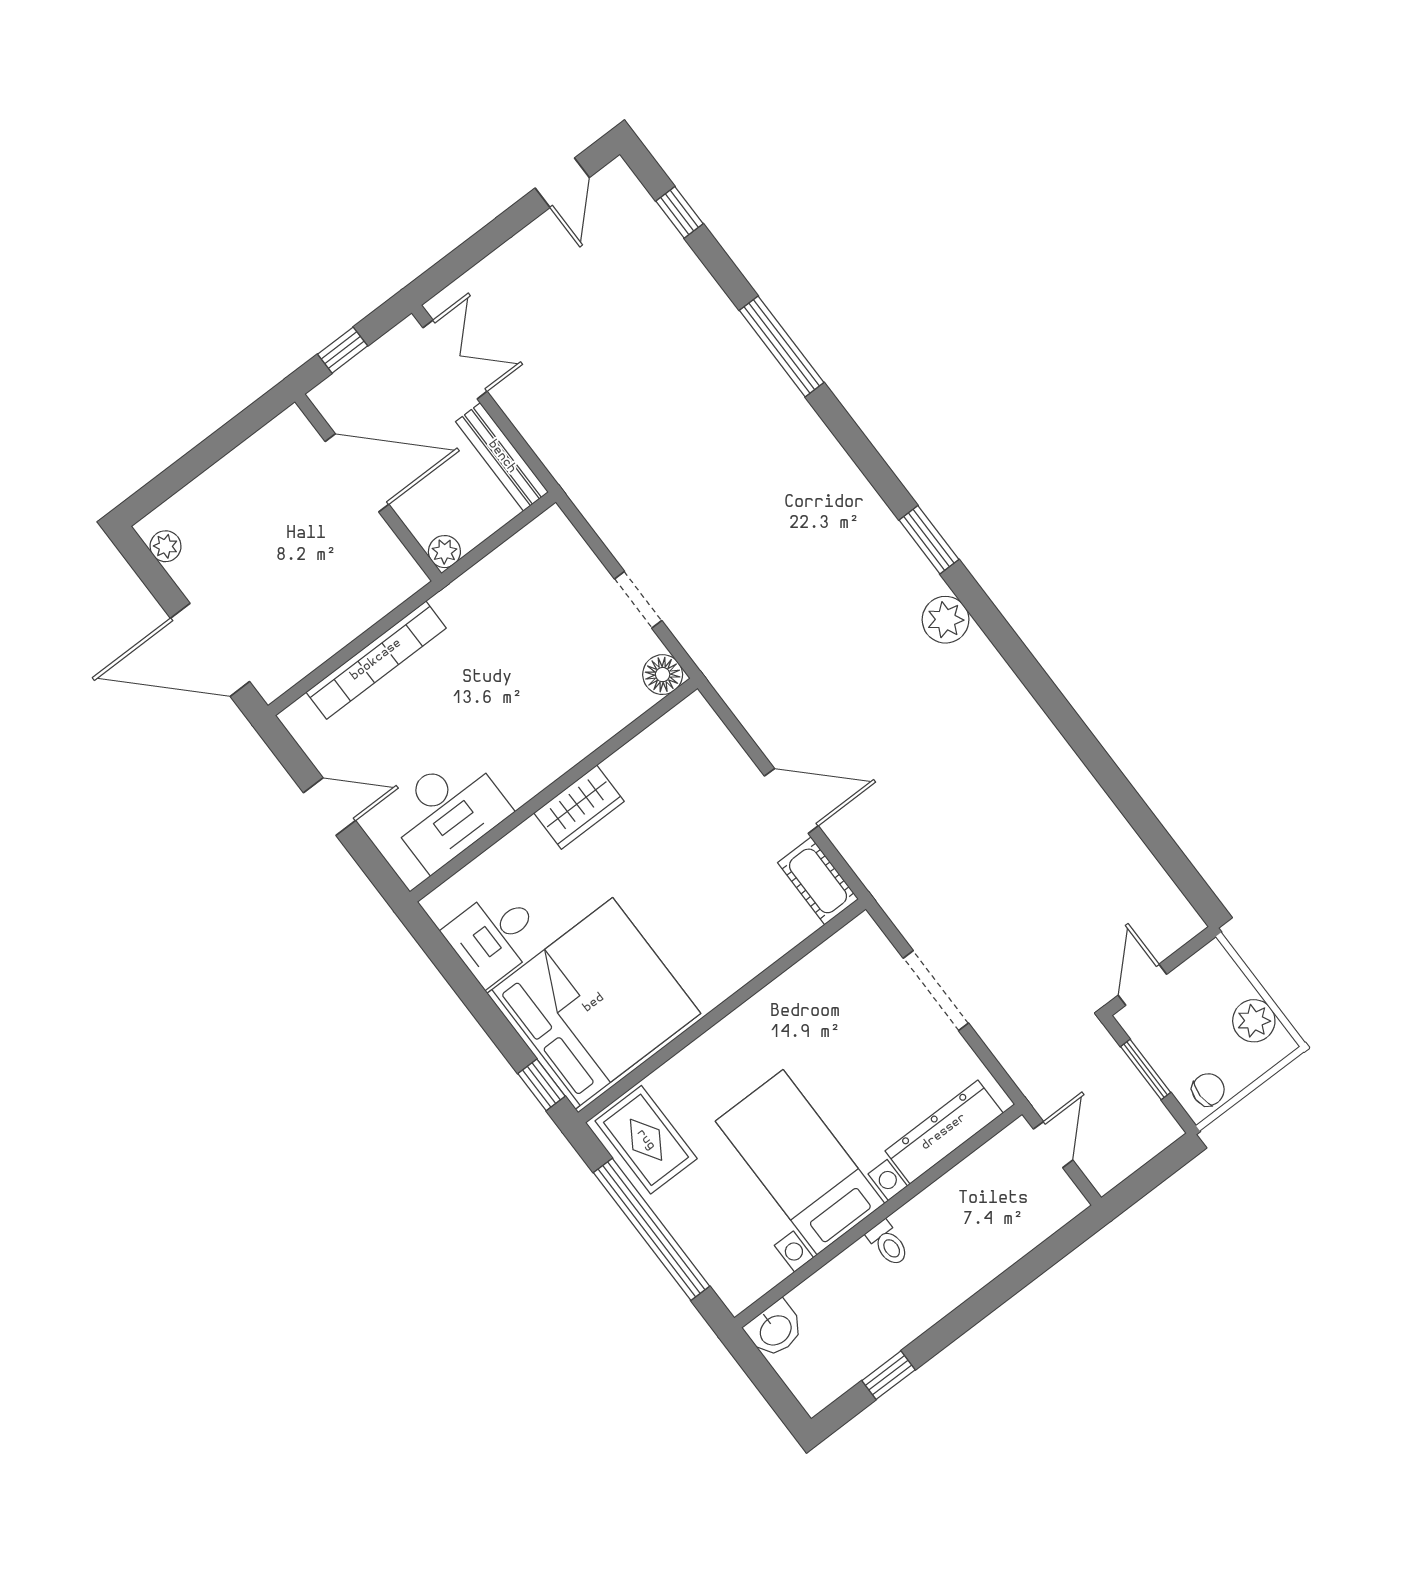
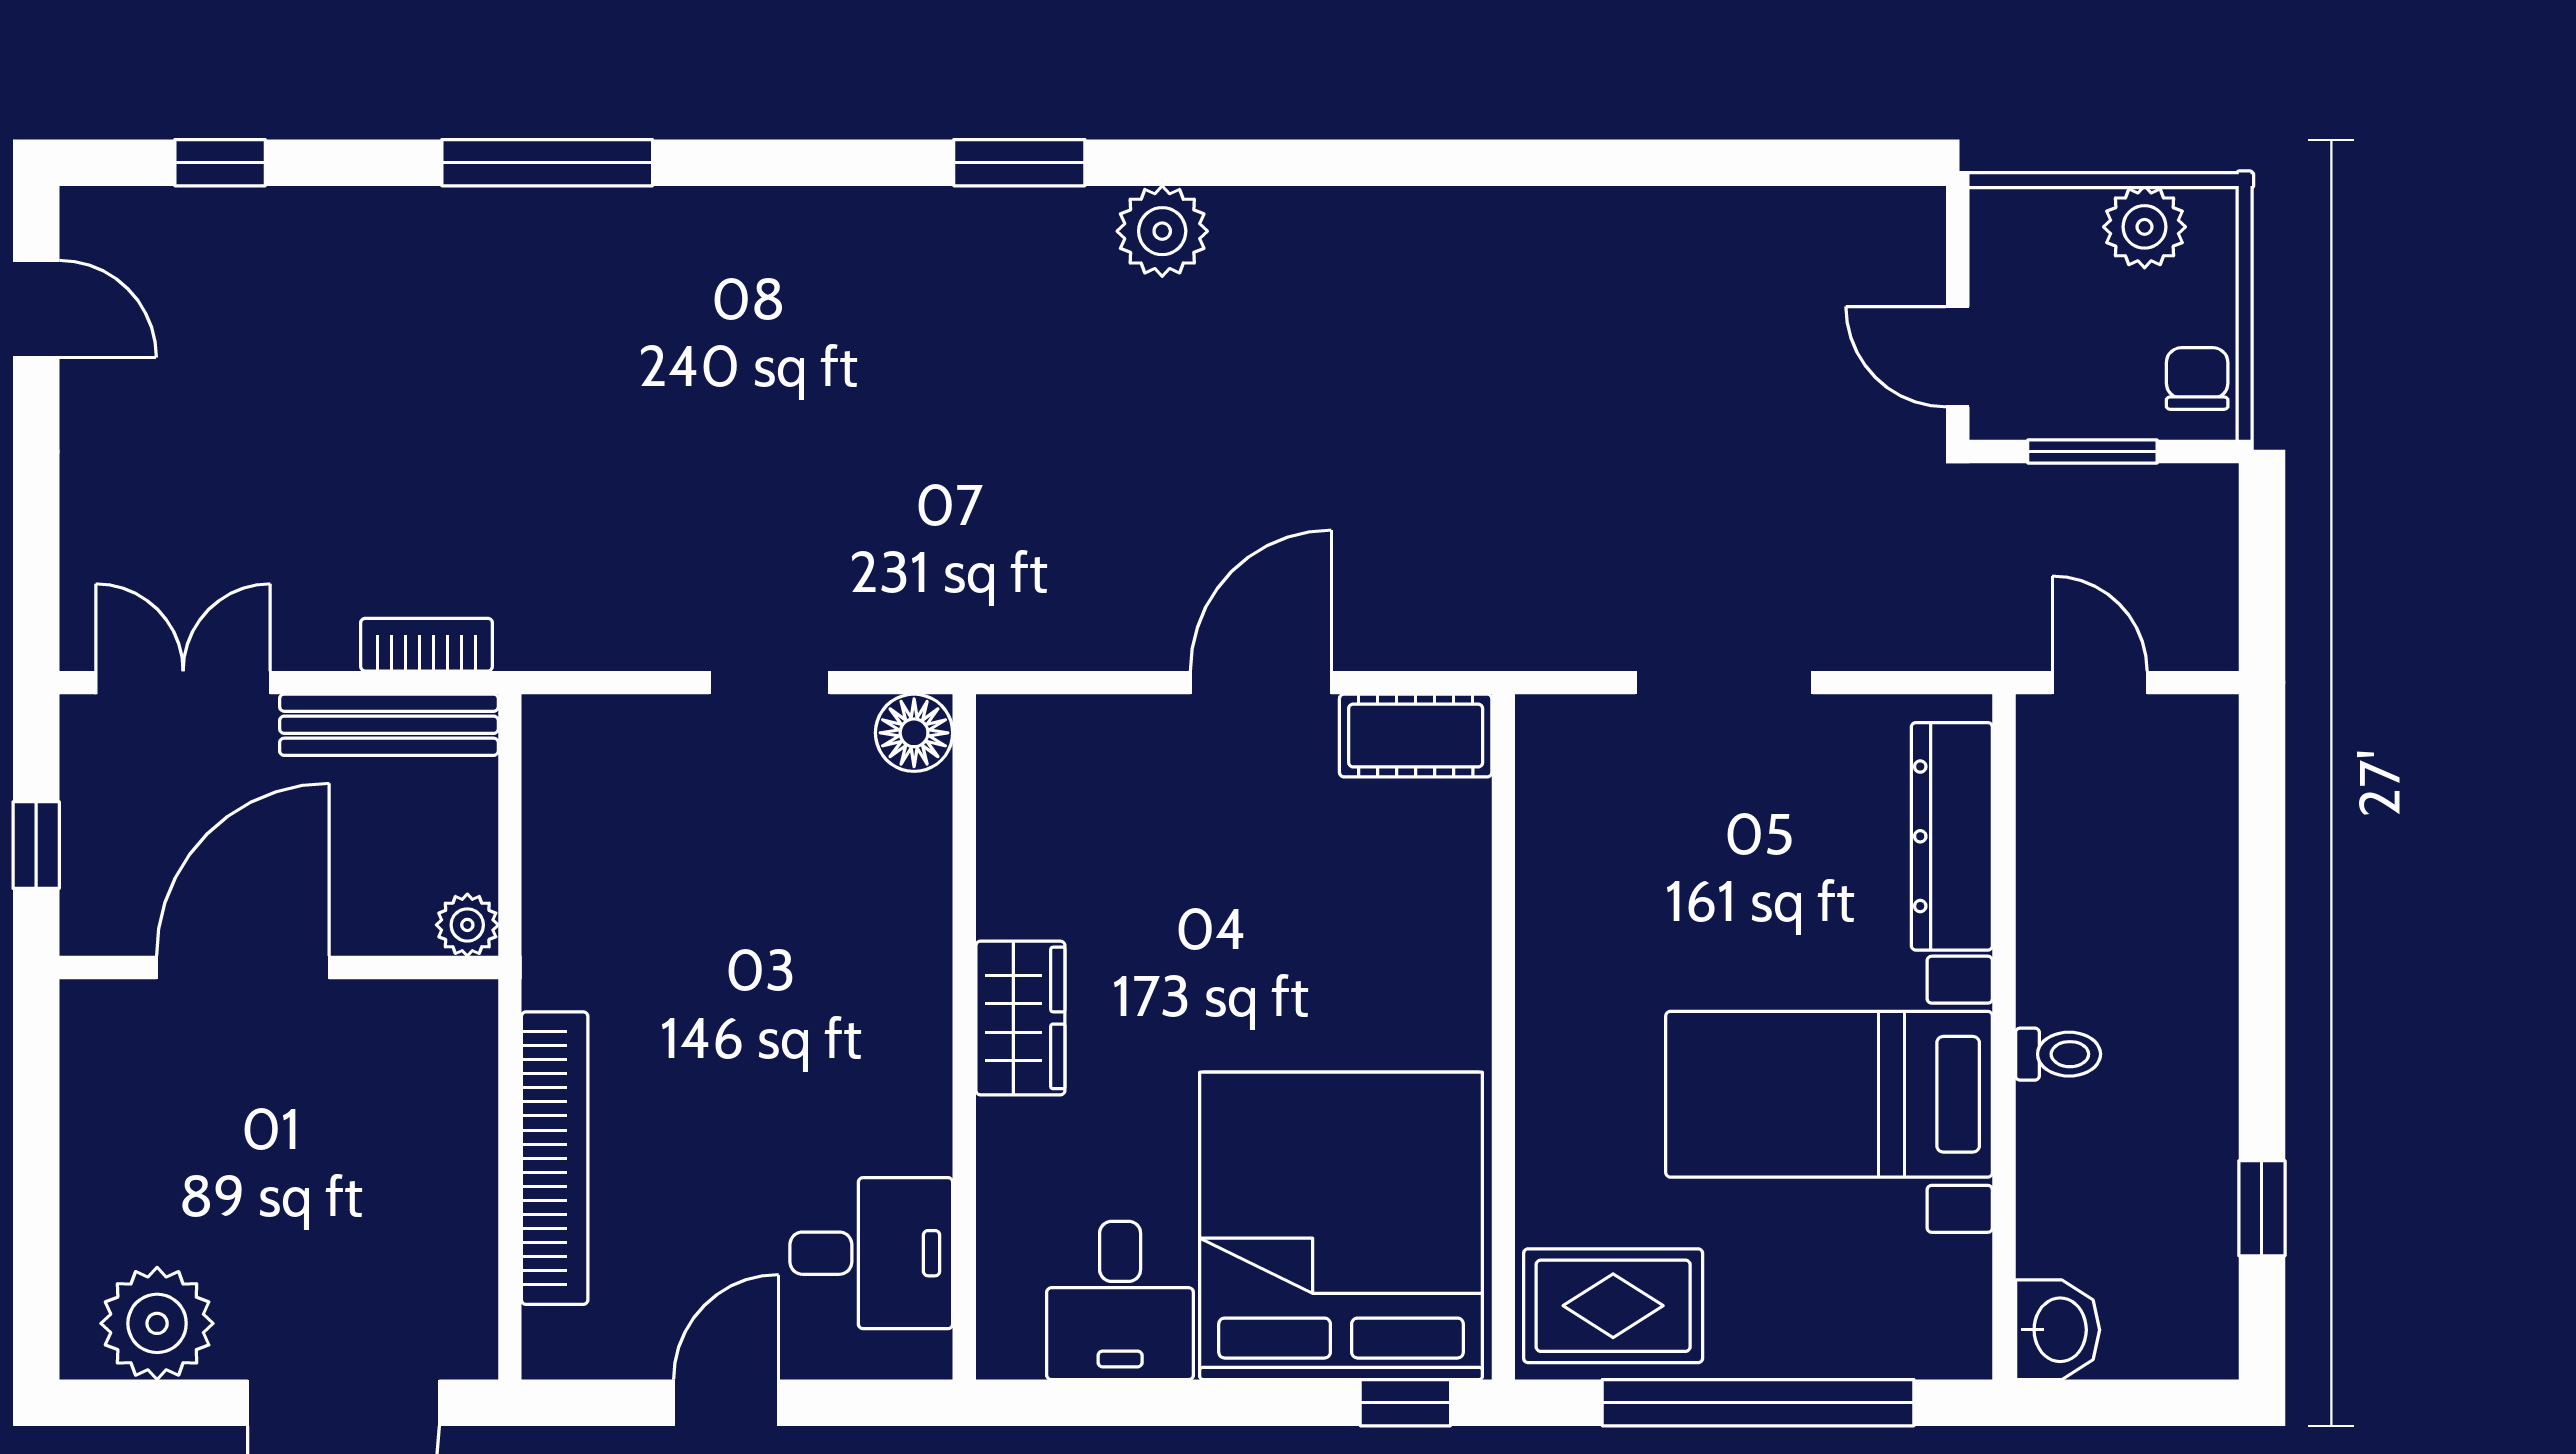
bookcase: (547, 447) -> (427, 645), added
plant: (165, 546) -> (157, 1323), width x1.87, depth x1.87
desk: (448, 811) -> (871, 1253), width x0.73

